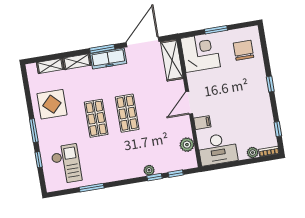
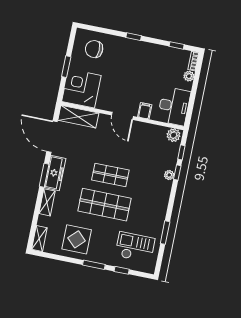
shelving: (50, 66) -> (39, 239), moved
shop shelf: (96, 118) -> (104, 205), width x1.43, depth x1.36
plant: (187, 145) -> (174, 135), moved

